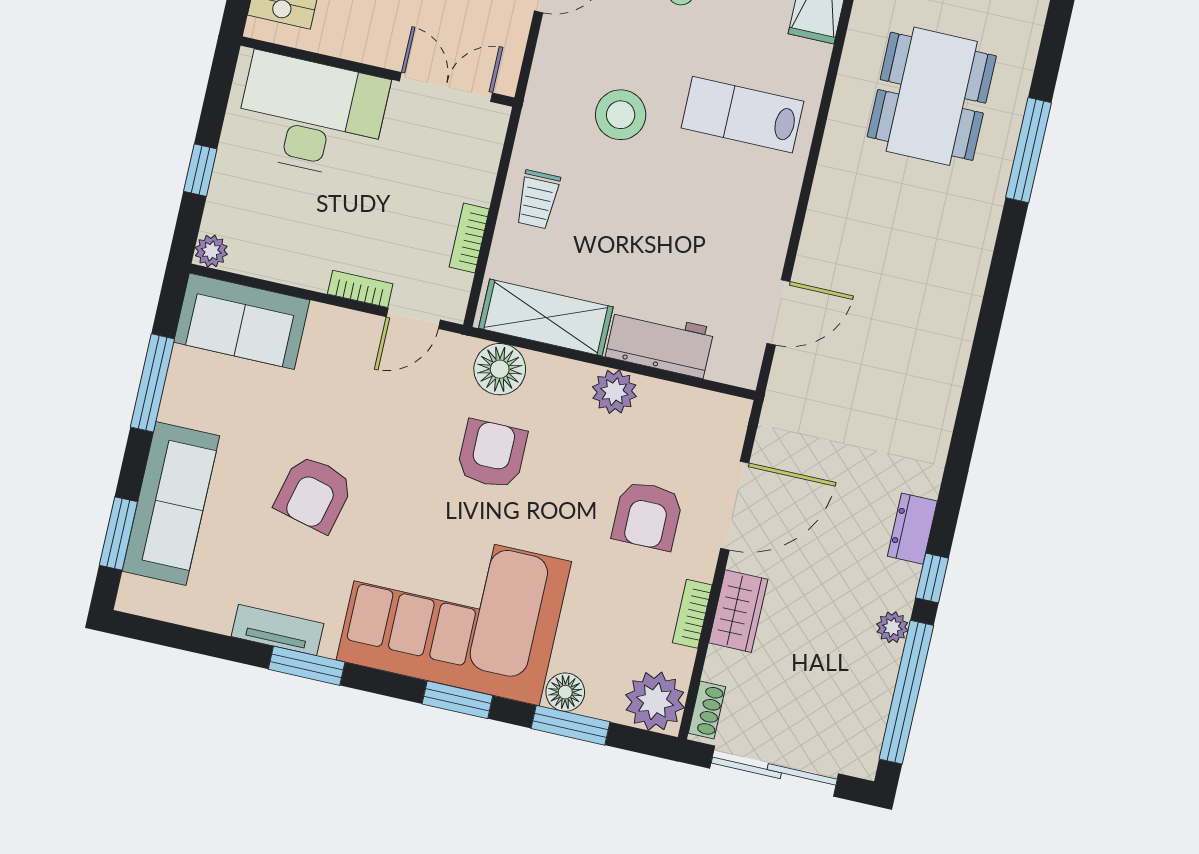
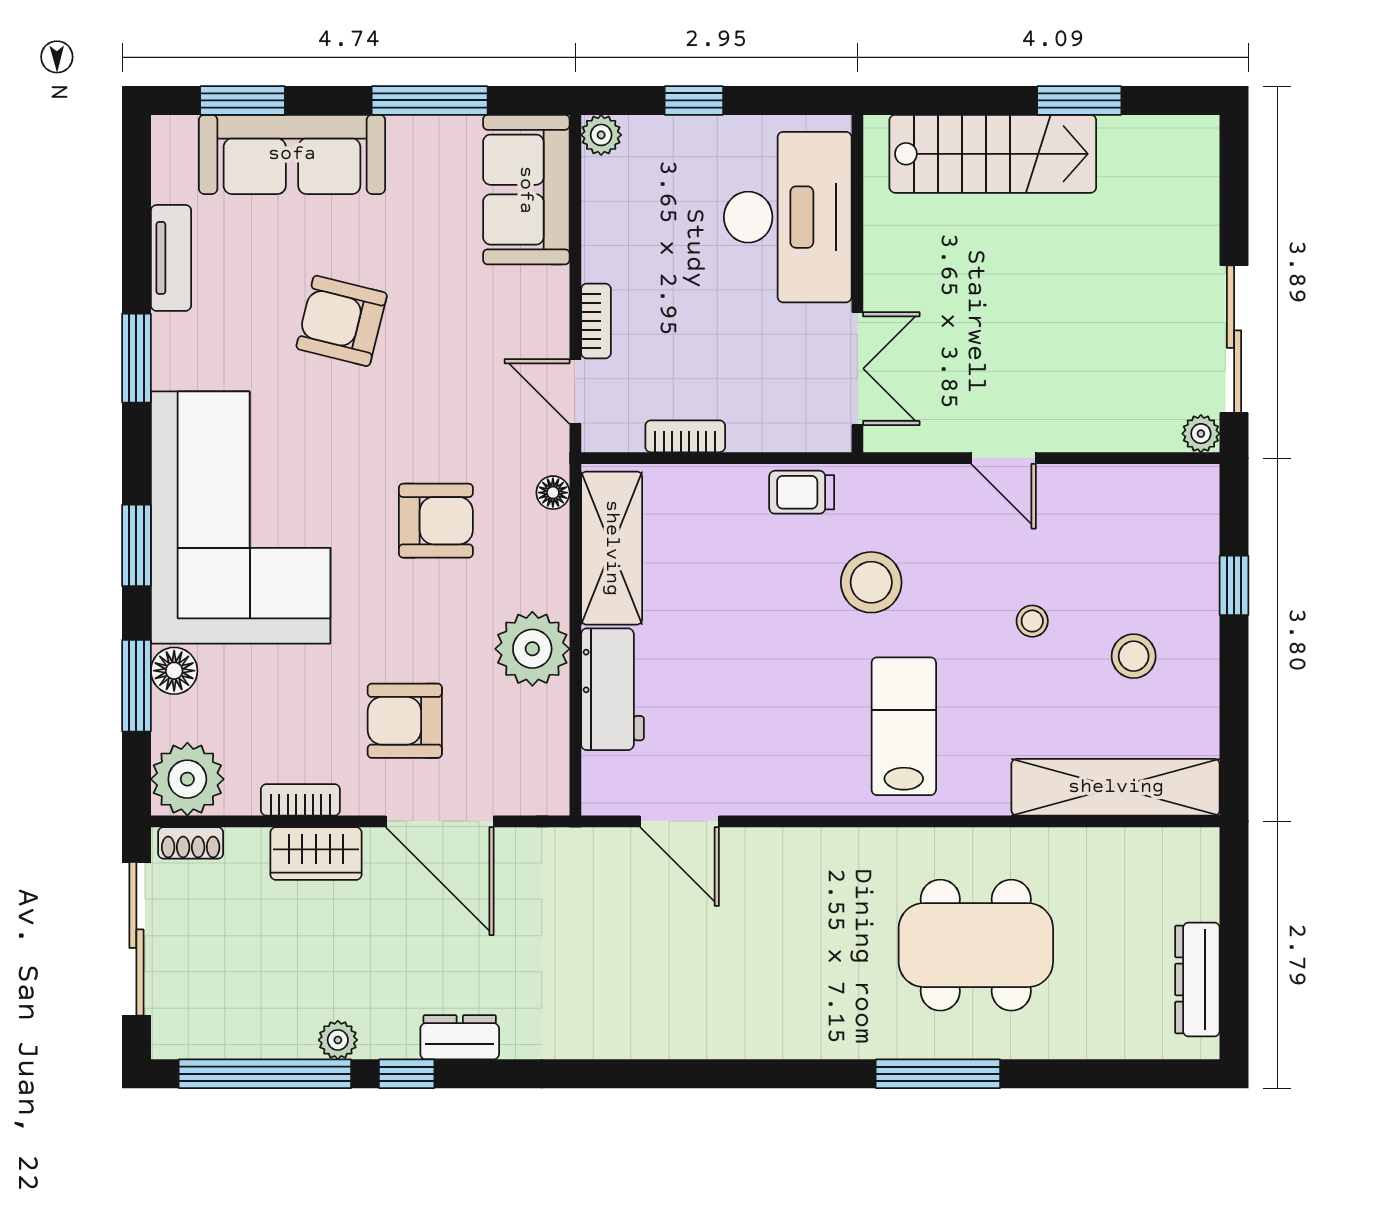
trolley: (538, 199) -> (802, 492), moved
floor lamp: (500, 369) -> (553, 493), width x0.53, depth x0.53
plant: (614, 392) -> (532, 649), width x1.36, depth x1.36
tv unit: (278, 630) -> (171, 258), moved

